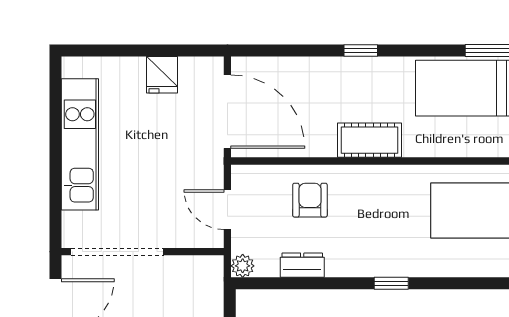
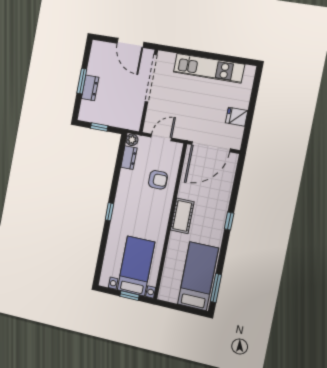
dresser: (302, 265) -> (129, 158), moved

